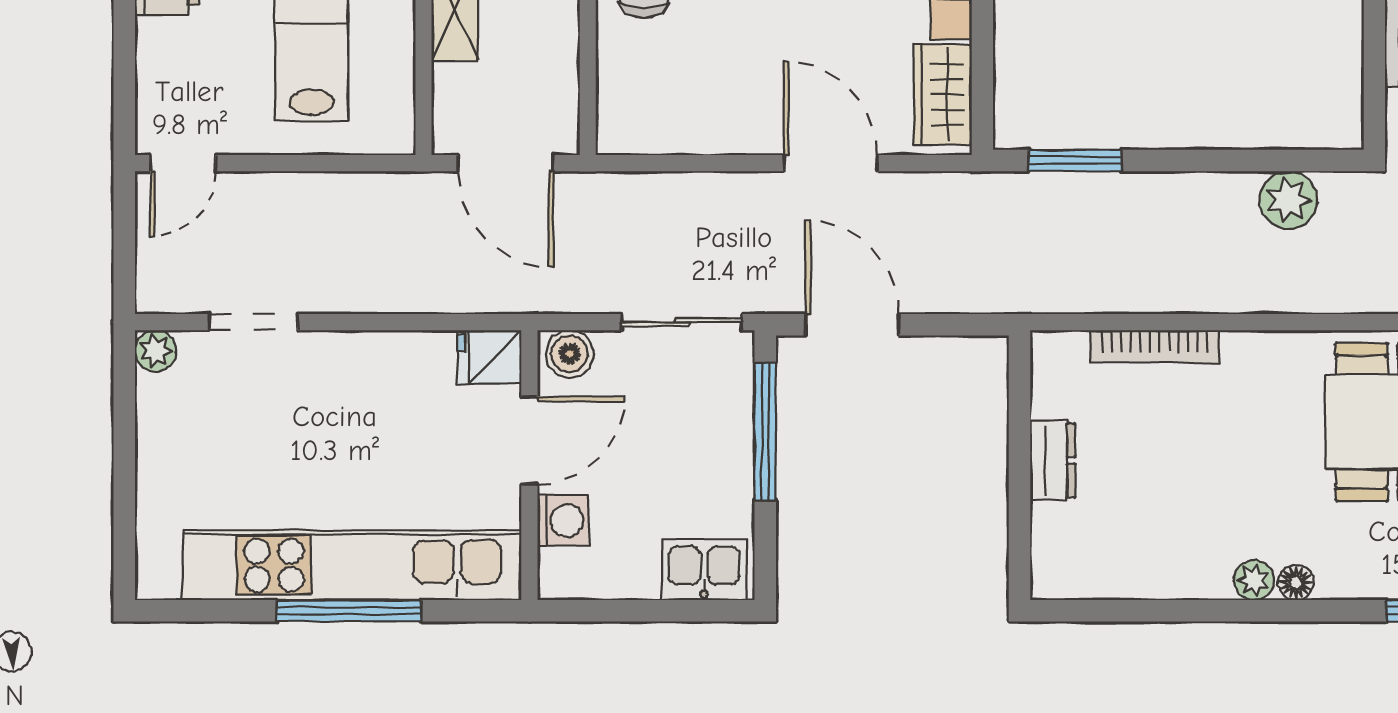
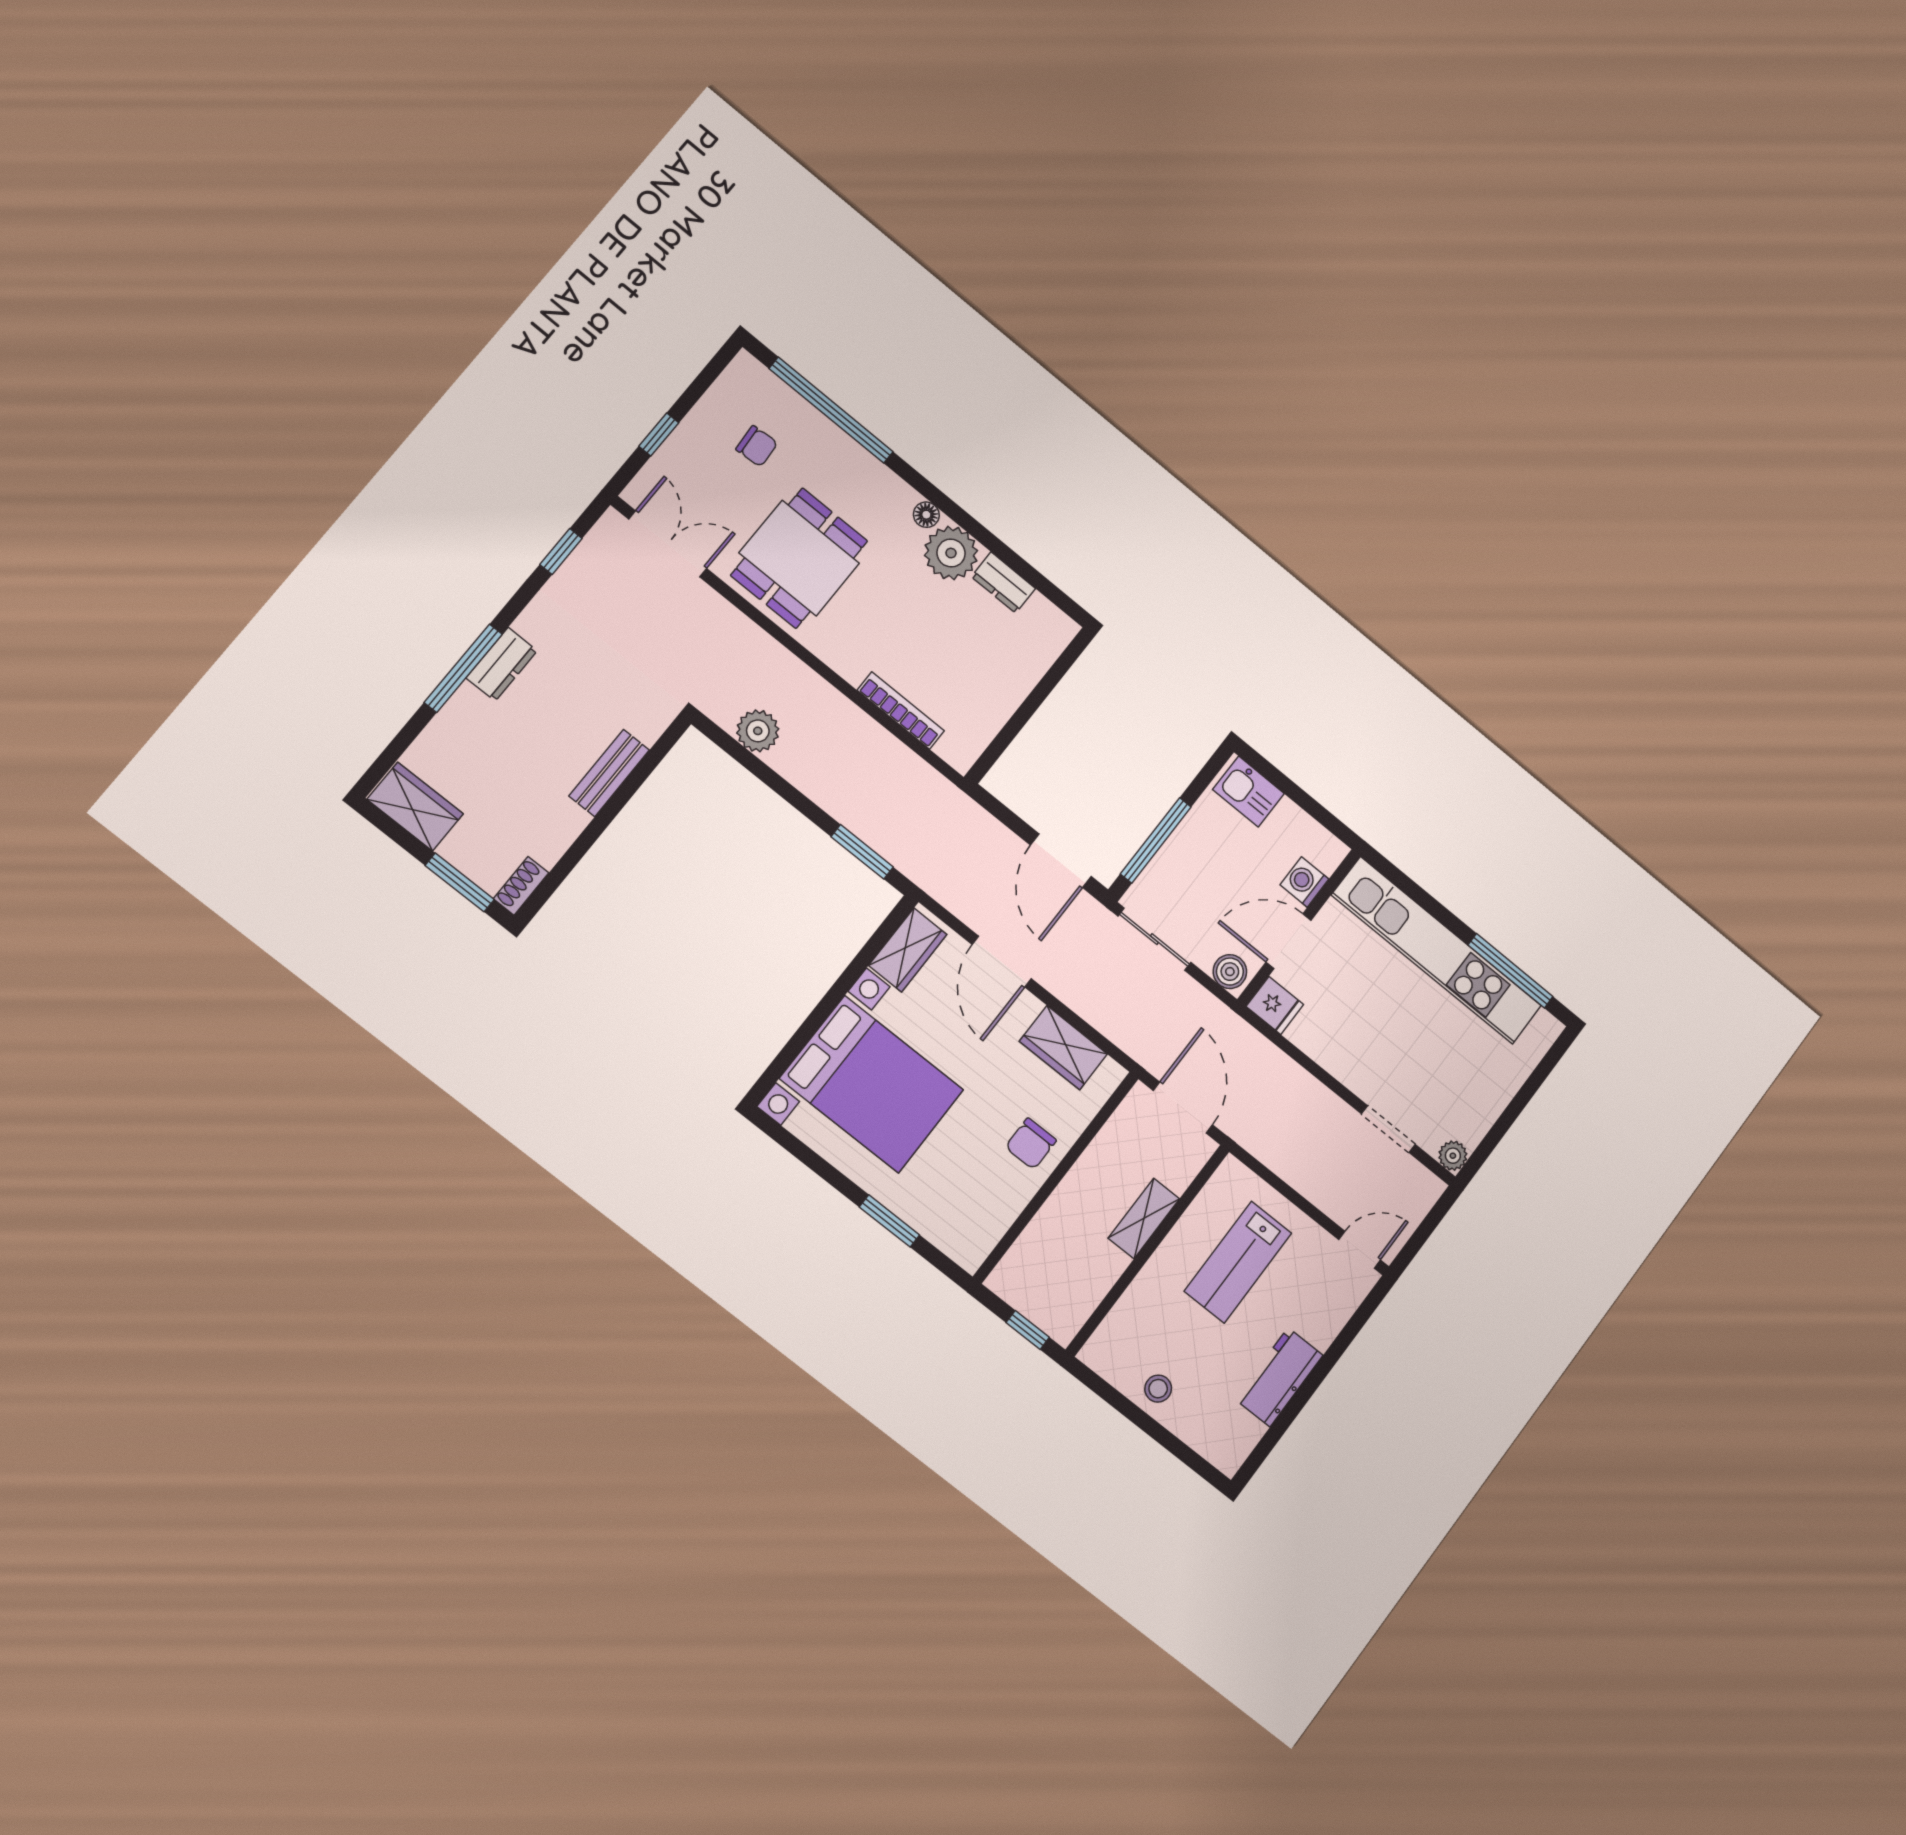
wardrobe: (690, 124) -> (1063, 1048), added
dresser: (1053, 461) -> (1003, 583), moved, turned -90
plant: (1254, 580) -> (951, 553), width x1.88, depth x1.88
window: (349, 611) -> (1510, 971), moved

